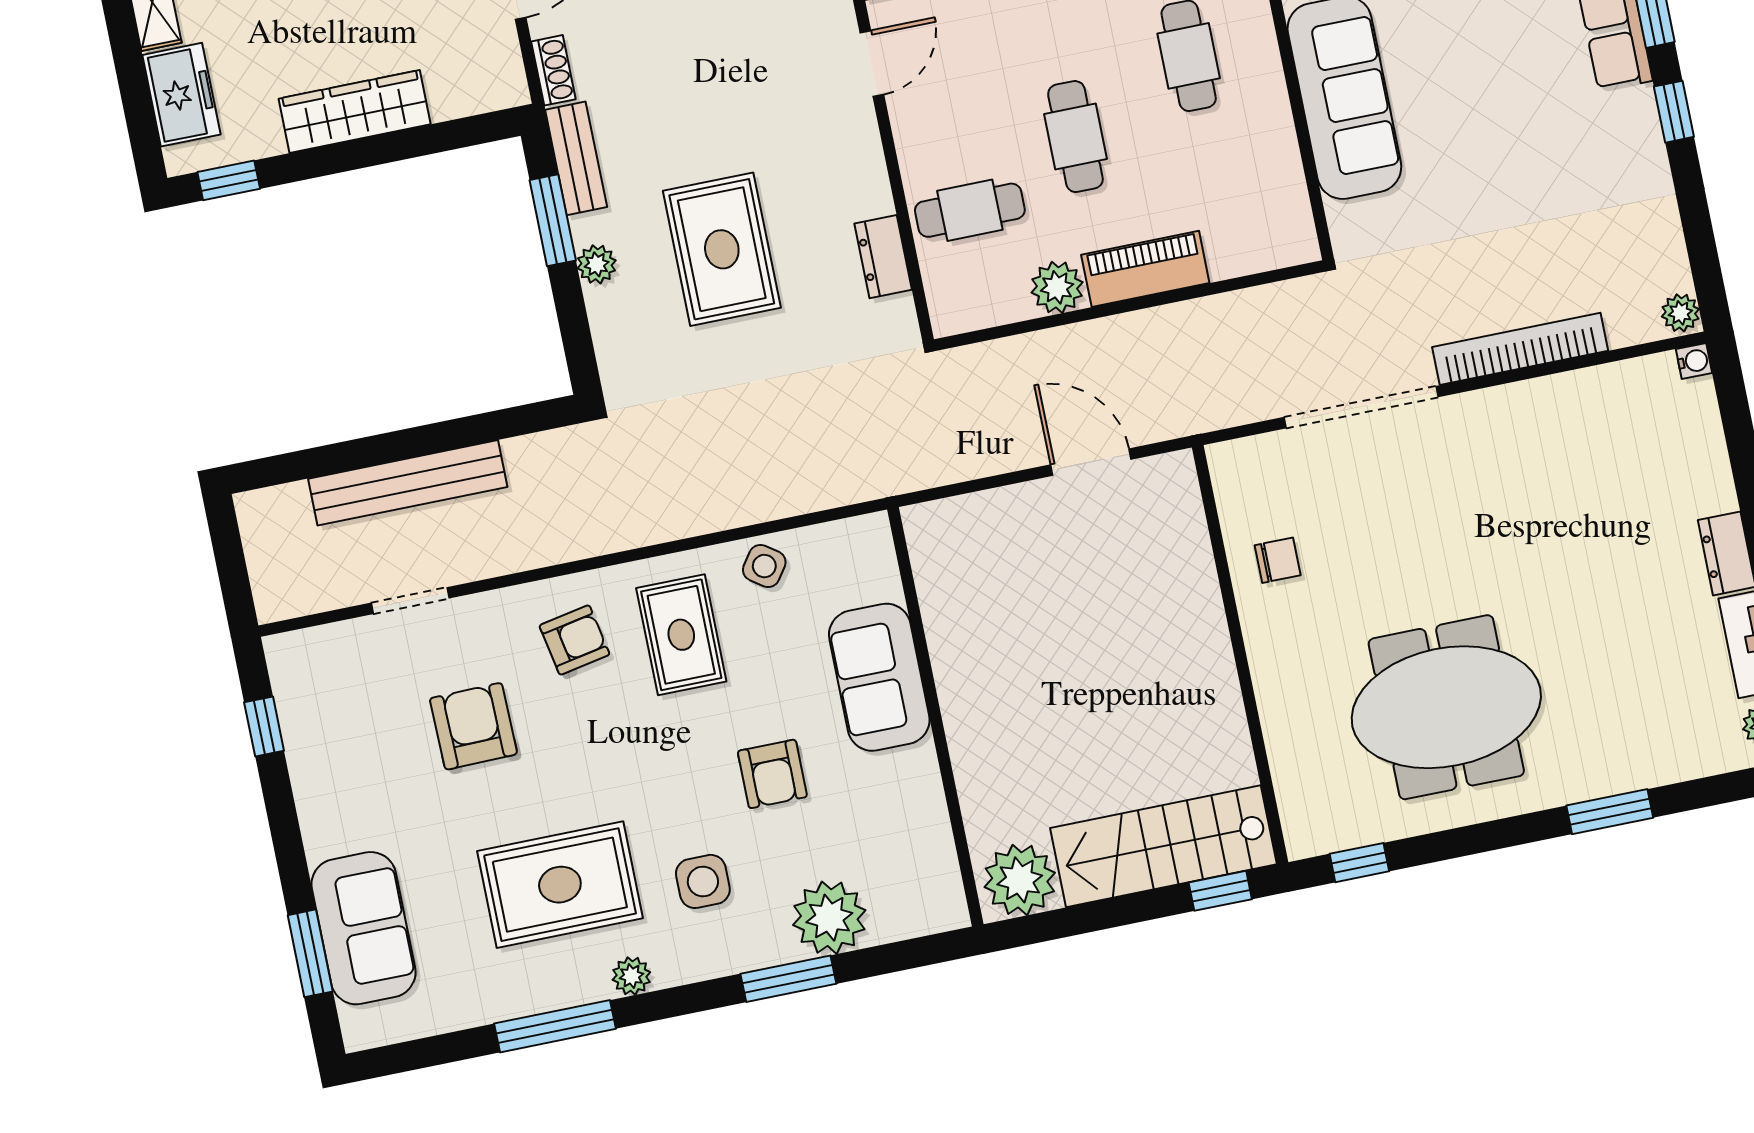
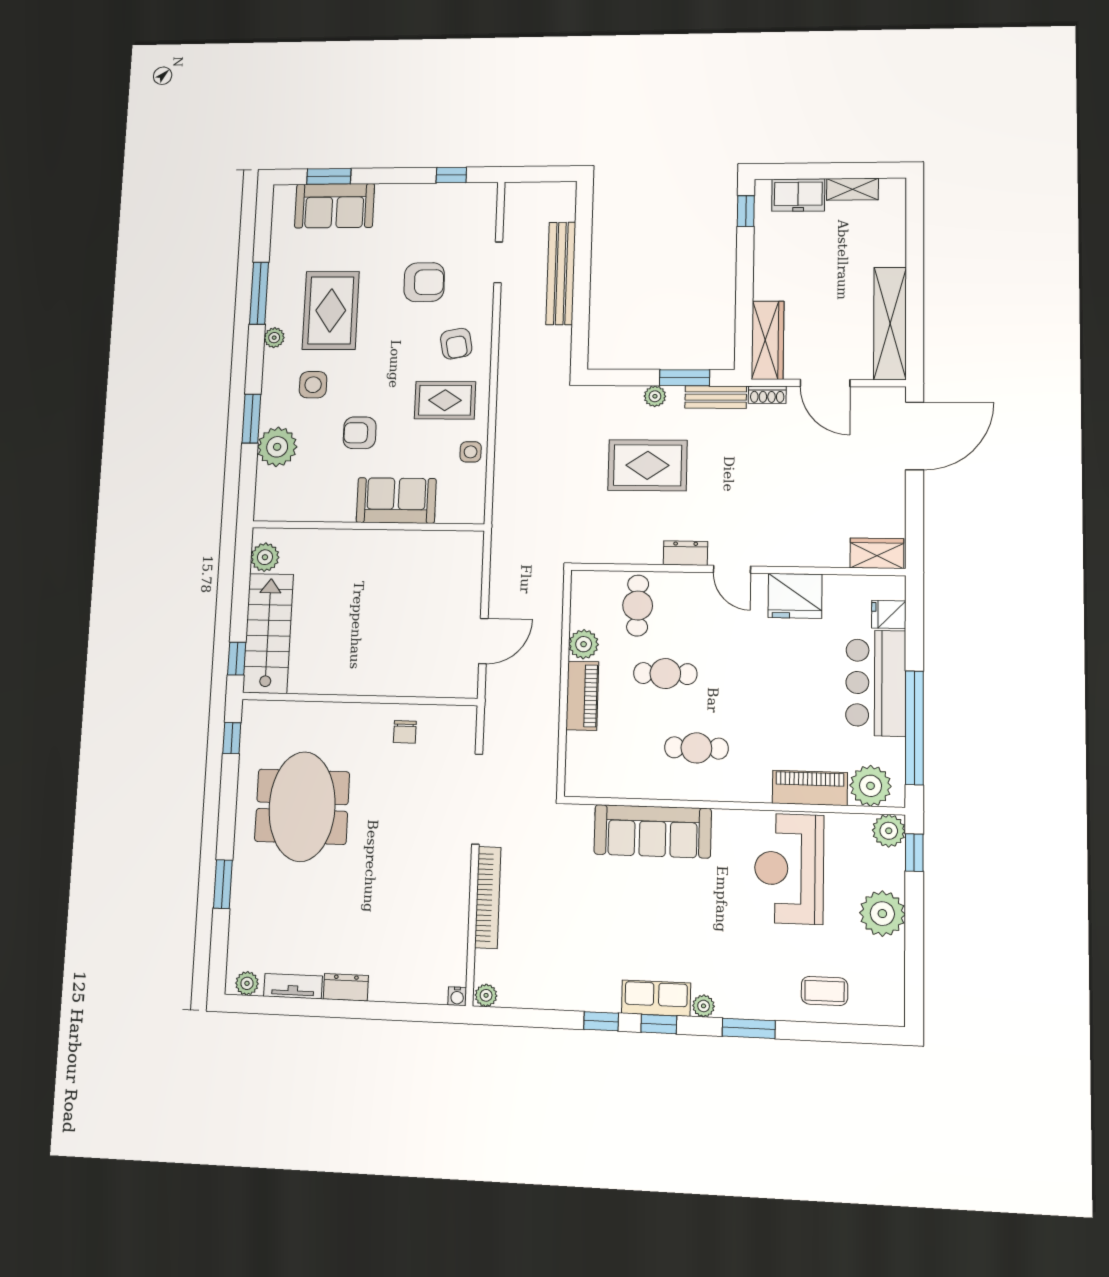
wardrobe: (355, 111) -> (768, 340), moved
dresser: (883, 257) -> (685, 553), moved
side table: (764, 566) -> (471, 452), turned -35
plant: (1020, 880) -> (265, 557), width x0.73, depth x0.73

